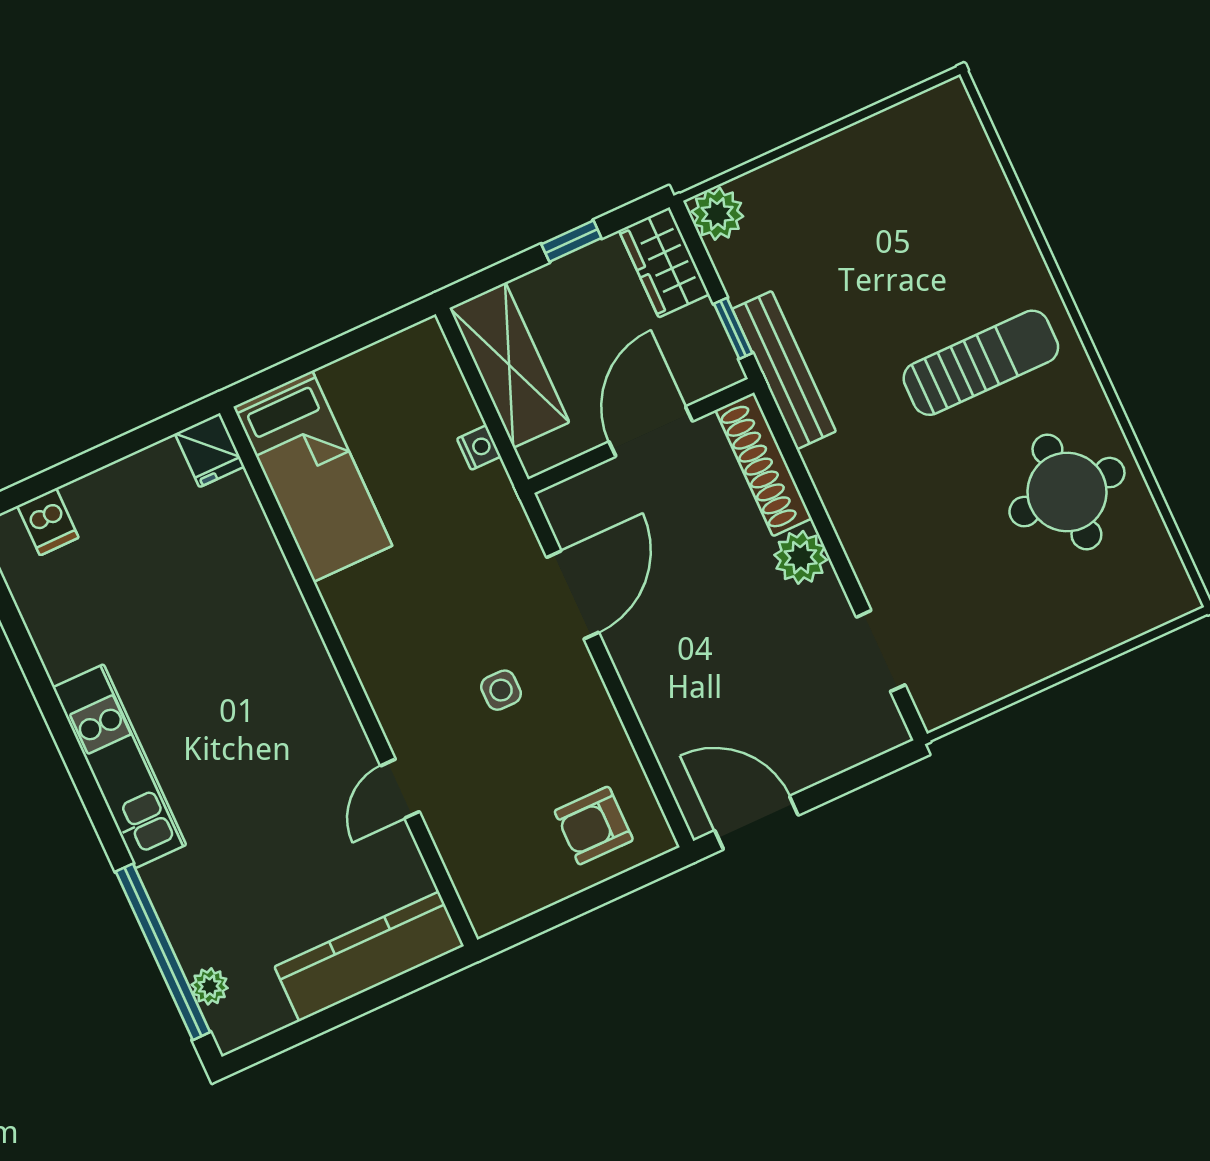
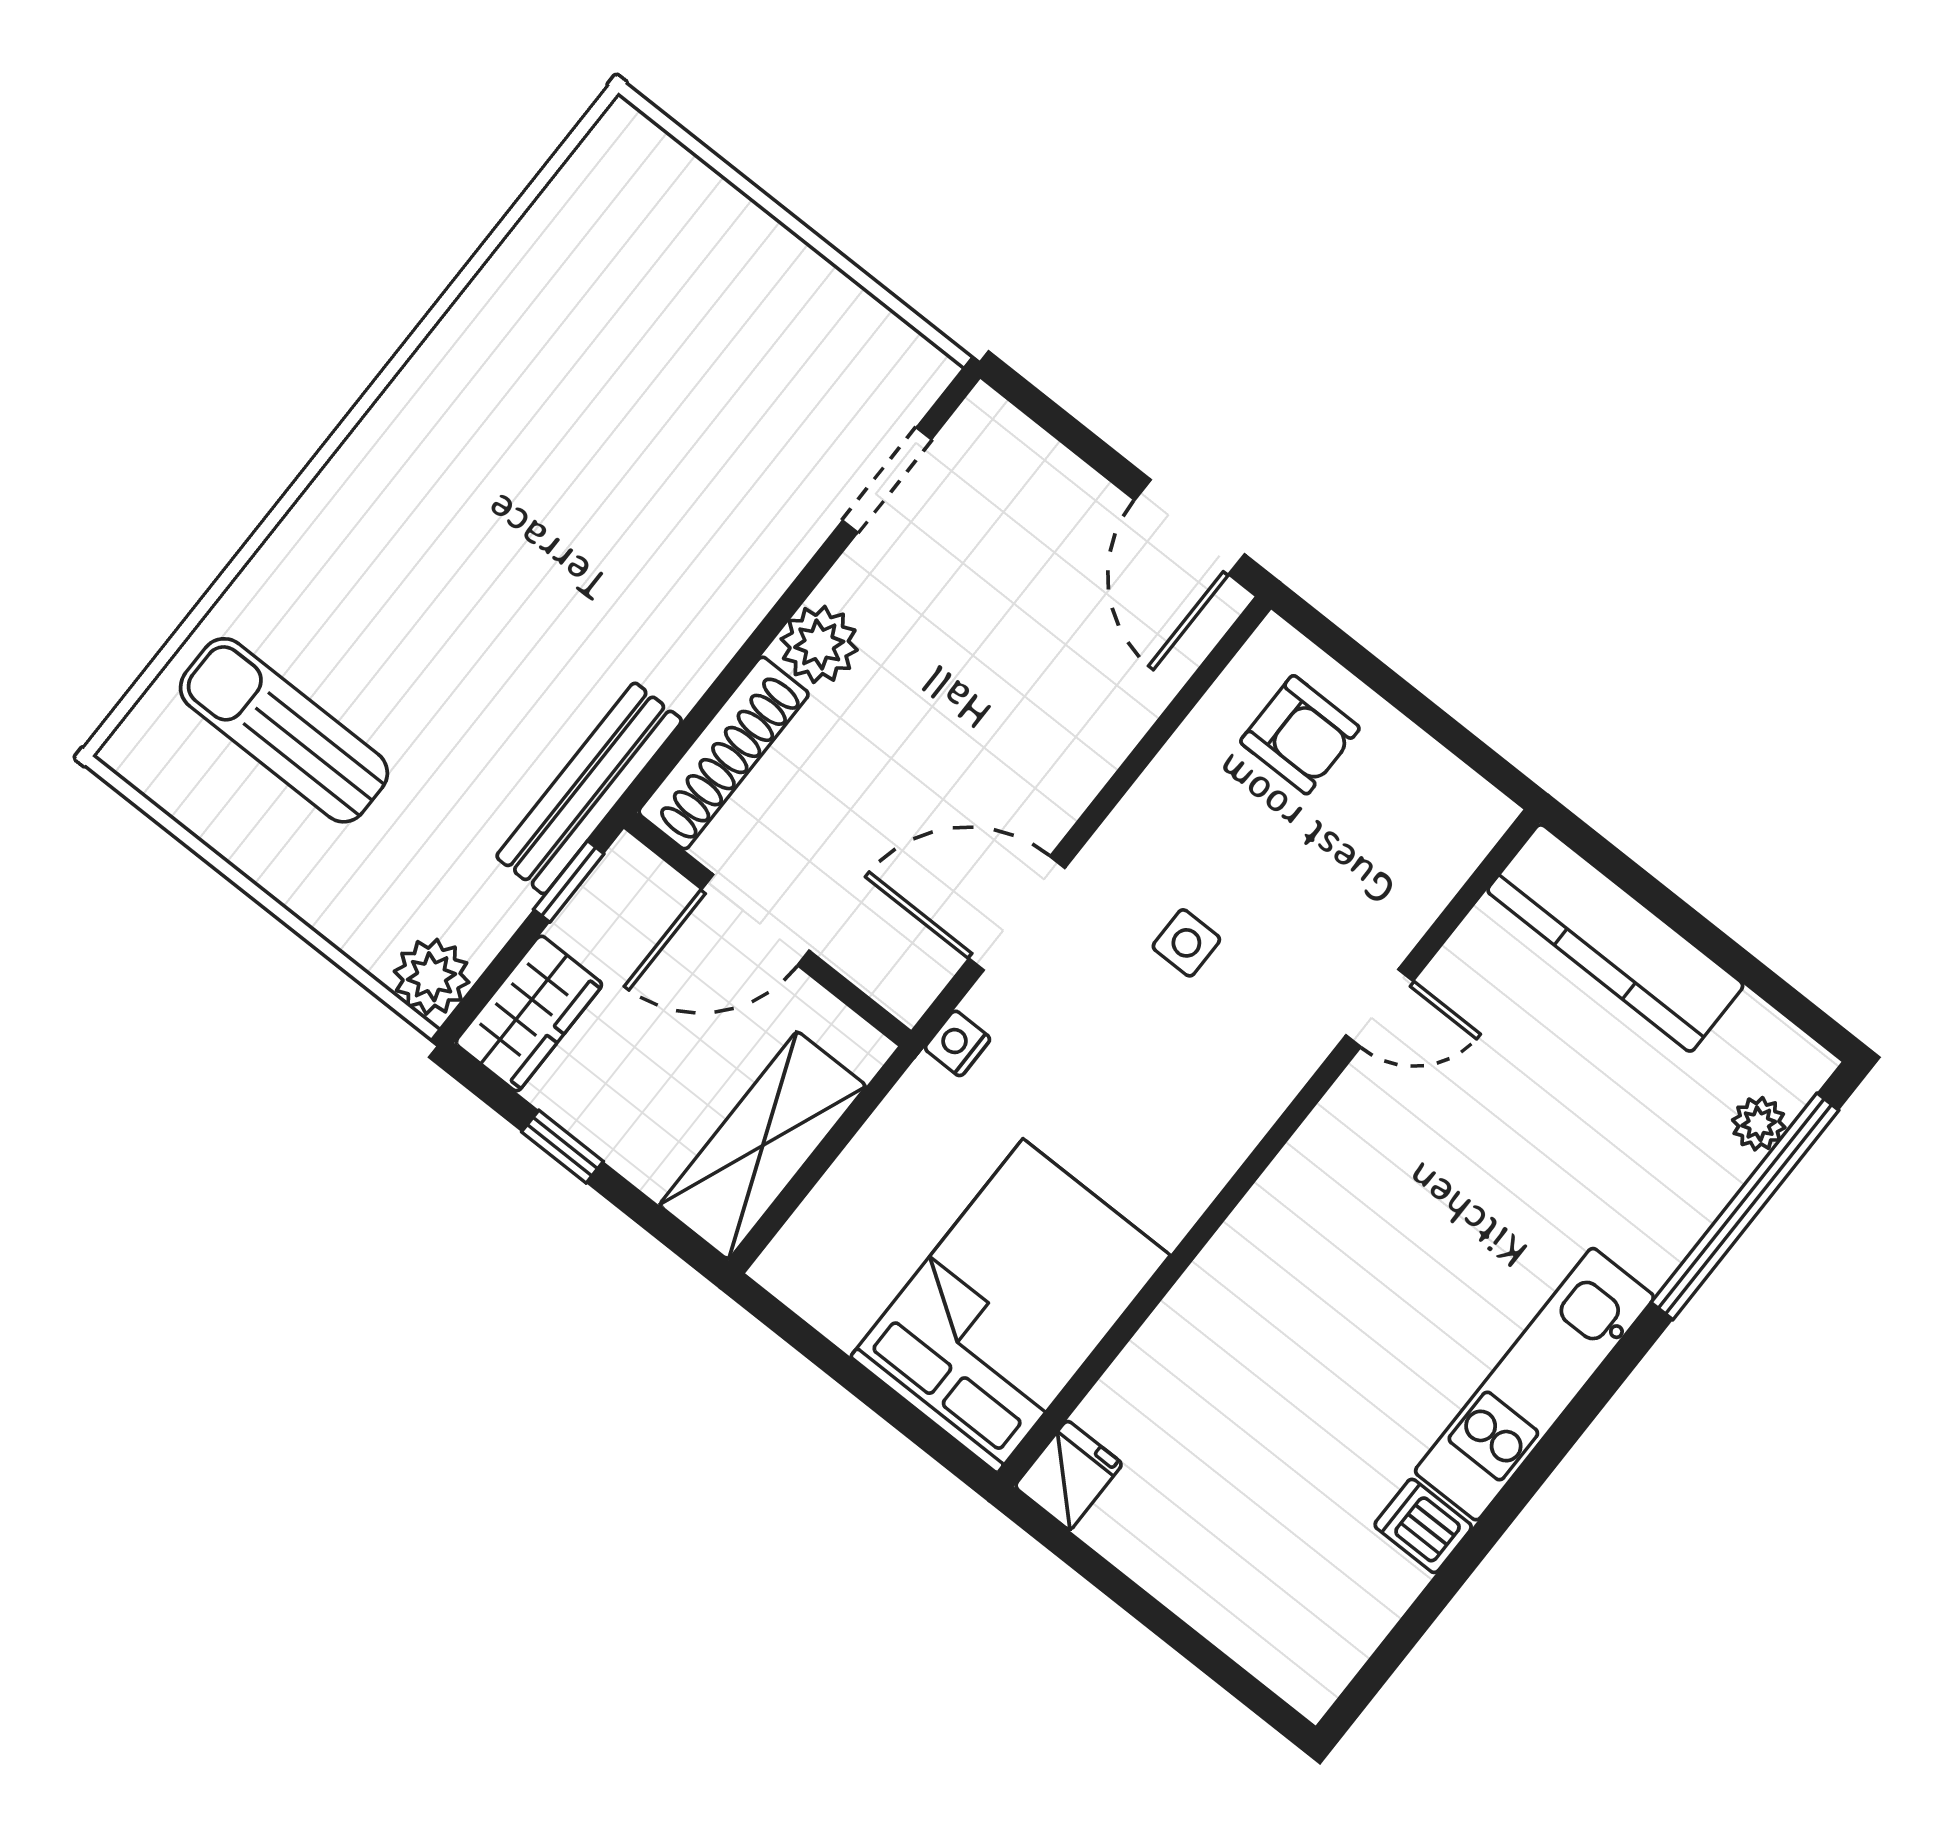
sun lounger: (981, 363) -> (284, 730), moved
nightstand: (479, 447) -> (958, 1043), moved
bed: (313, 476) -> (1010, 1306), width x1.50
round table: (1067, 492) -> (560, 344), removed
dishwasher: (48, 522) -> (1423, 1526), moved, turned -90

